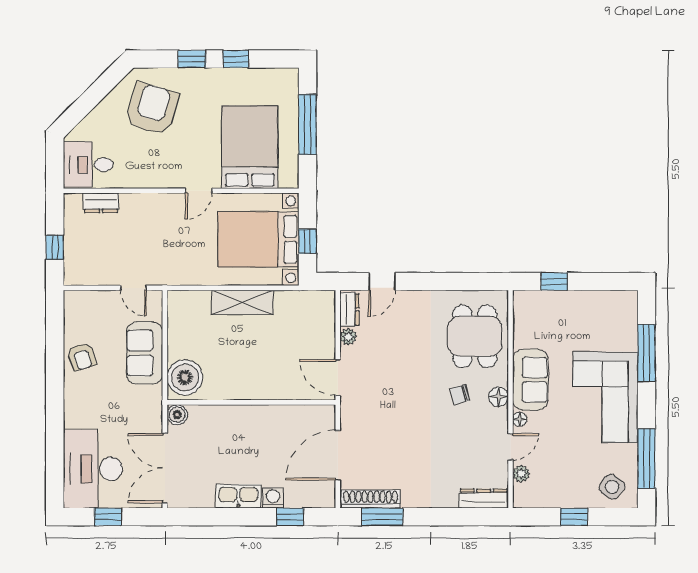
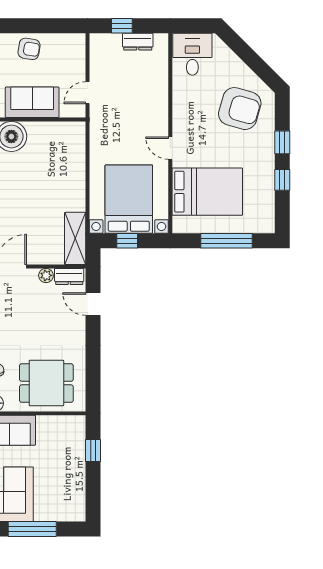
dresser: (101, 203) -> (138, 42), moved, turned -90
shelving: (242, 302) -> (75, 238), moved
armchair: (82, 357) -> (29, 49), turned -153

